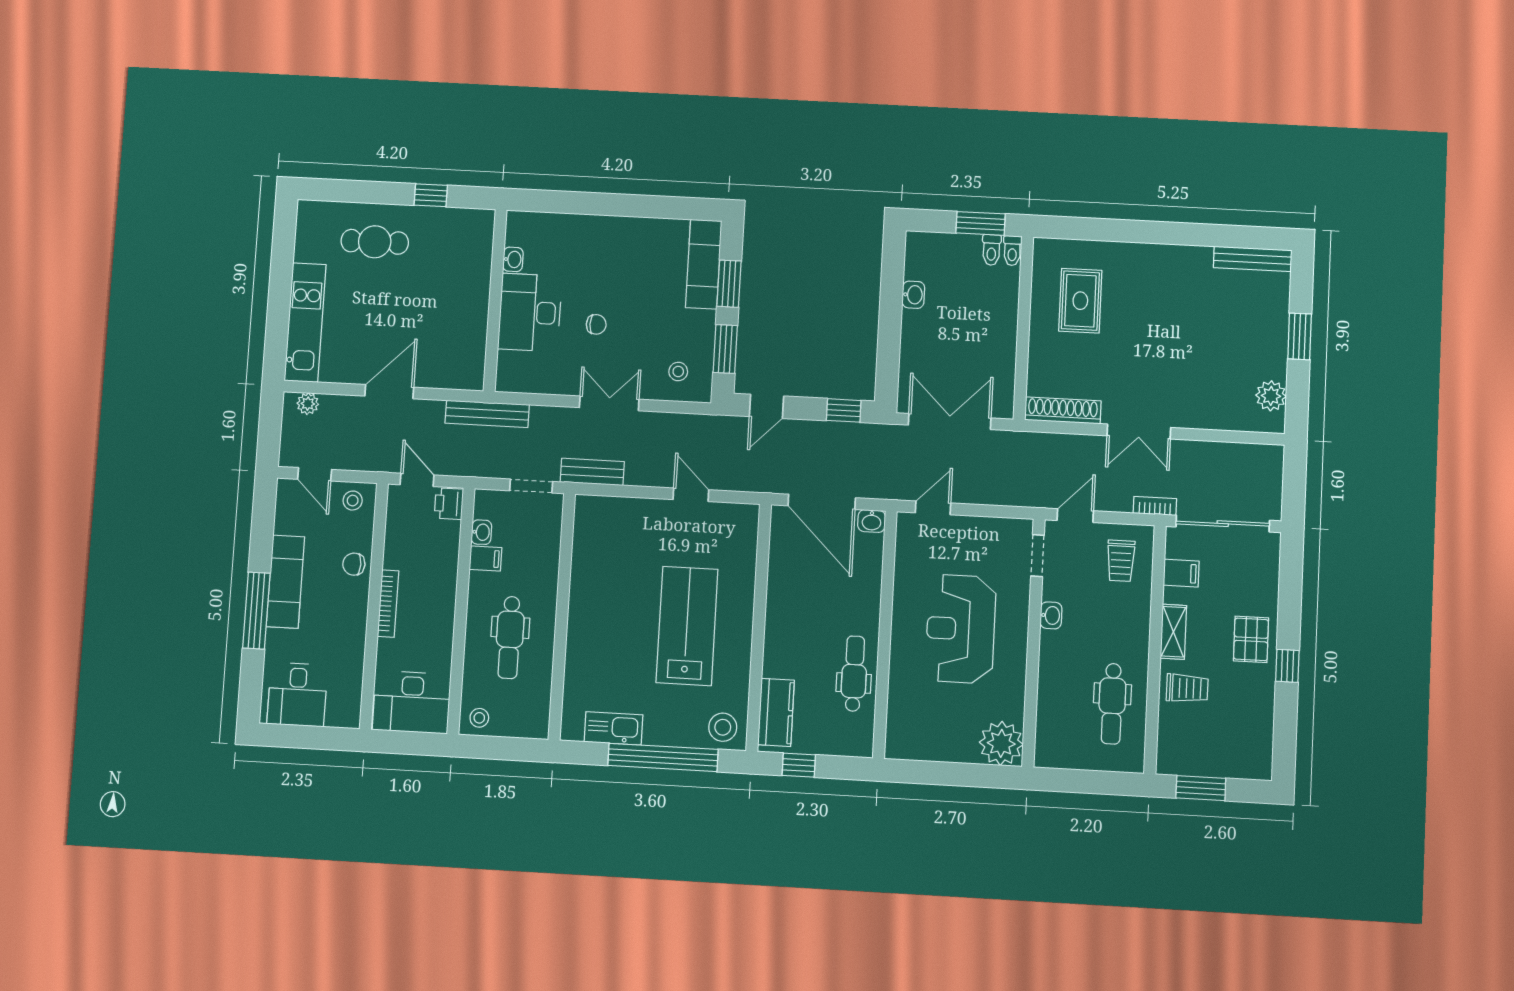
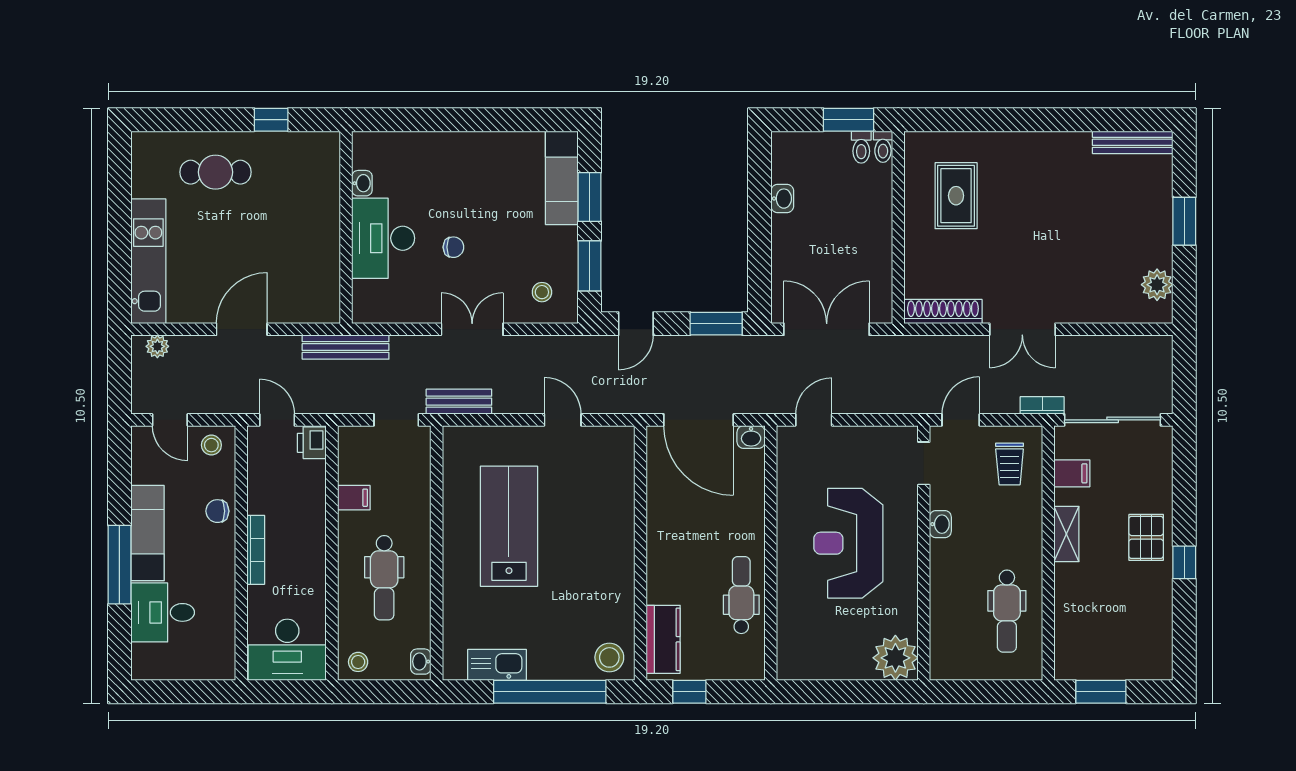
window: (844, 410) -> (716, 324), width x1.50
washbasin: (481, 532) -> (421, 662), moved, turned 180
lab bench: (687, 626) -> (509, 526), moved
trolley: (1187, 688) -> (1083, 591), removed
desk: (297, 694) -> (163, 612), moved, turned 90

